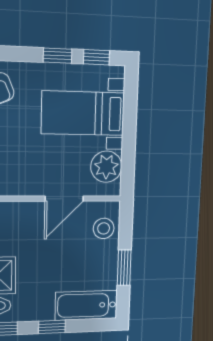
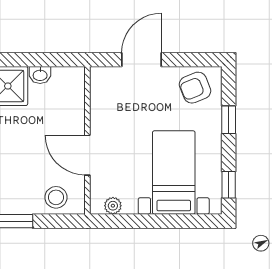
window: (58, 56) -> (229, 120), moved
plant: (106, 167) -> (113, 206), width x0.53, depth x0.53

